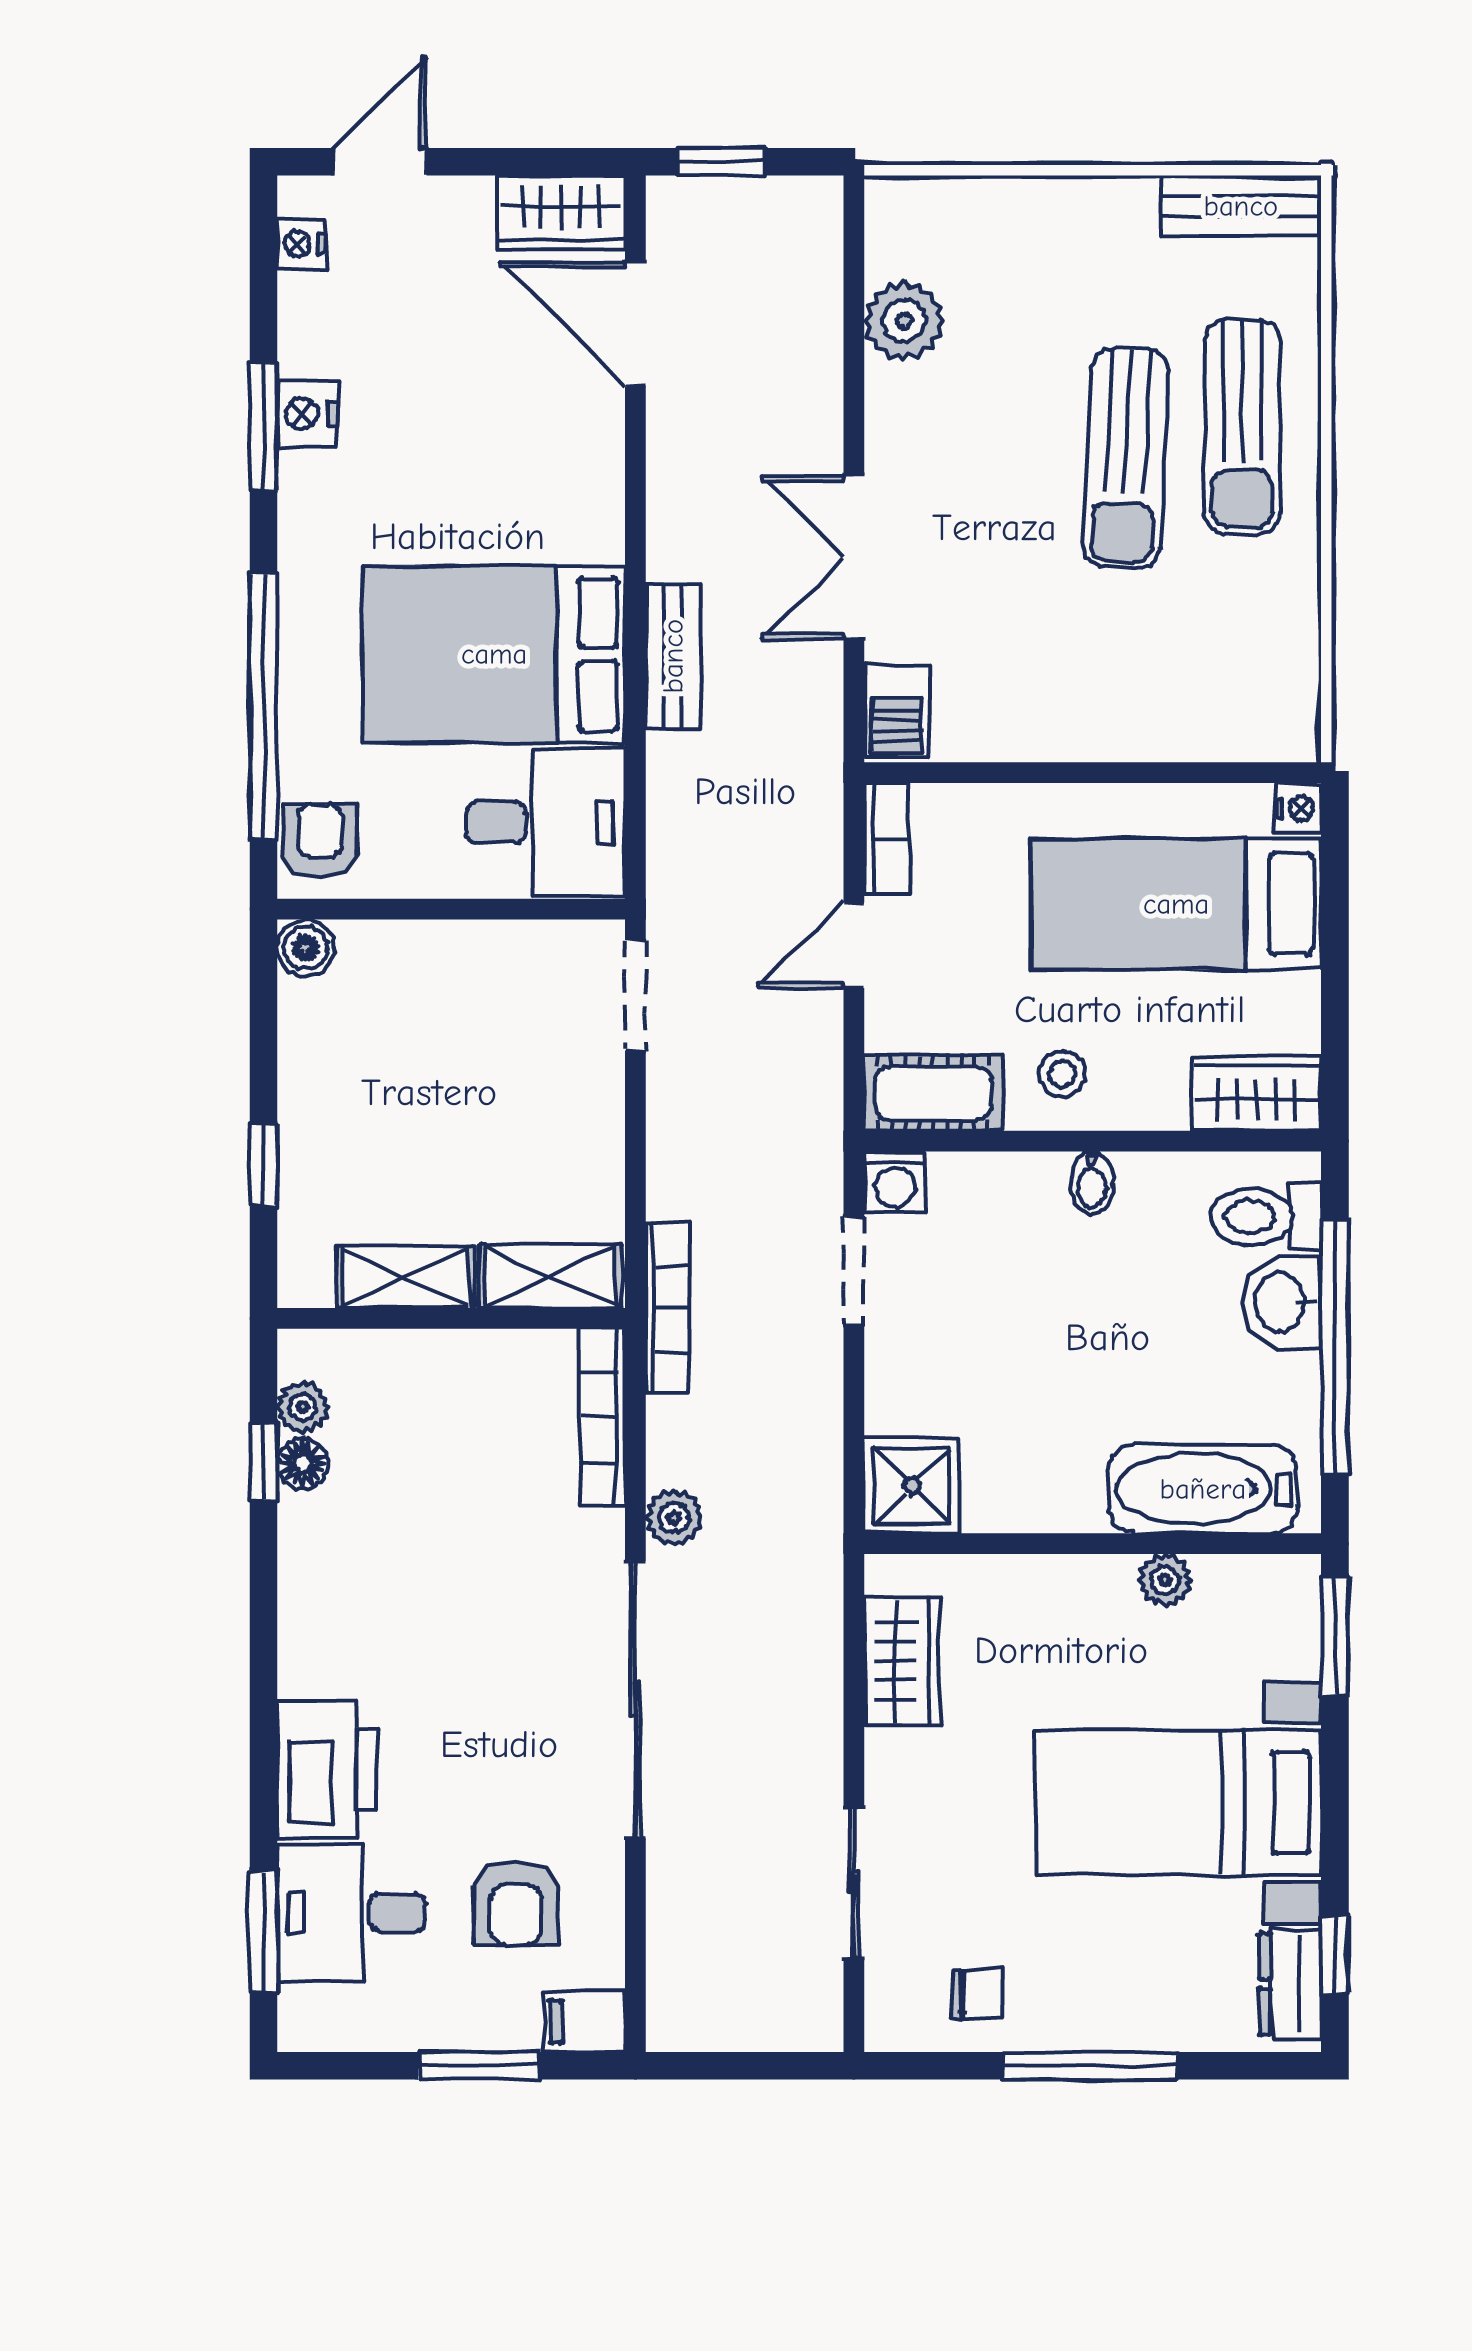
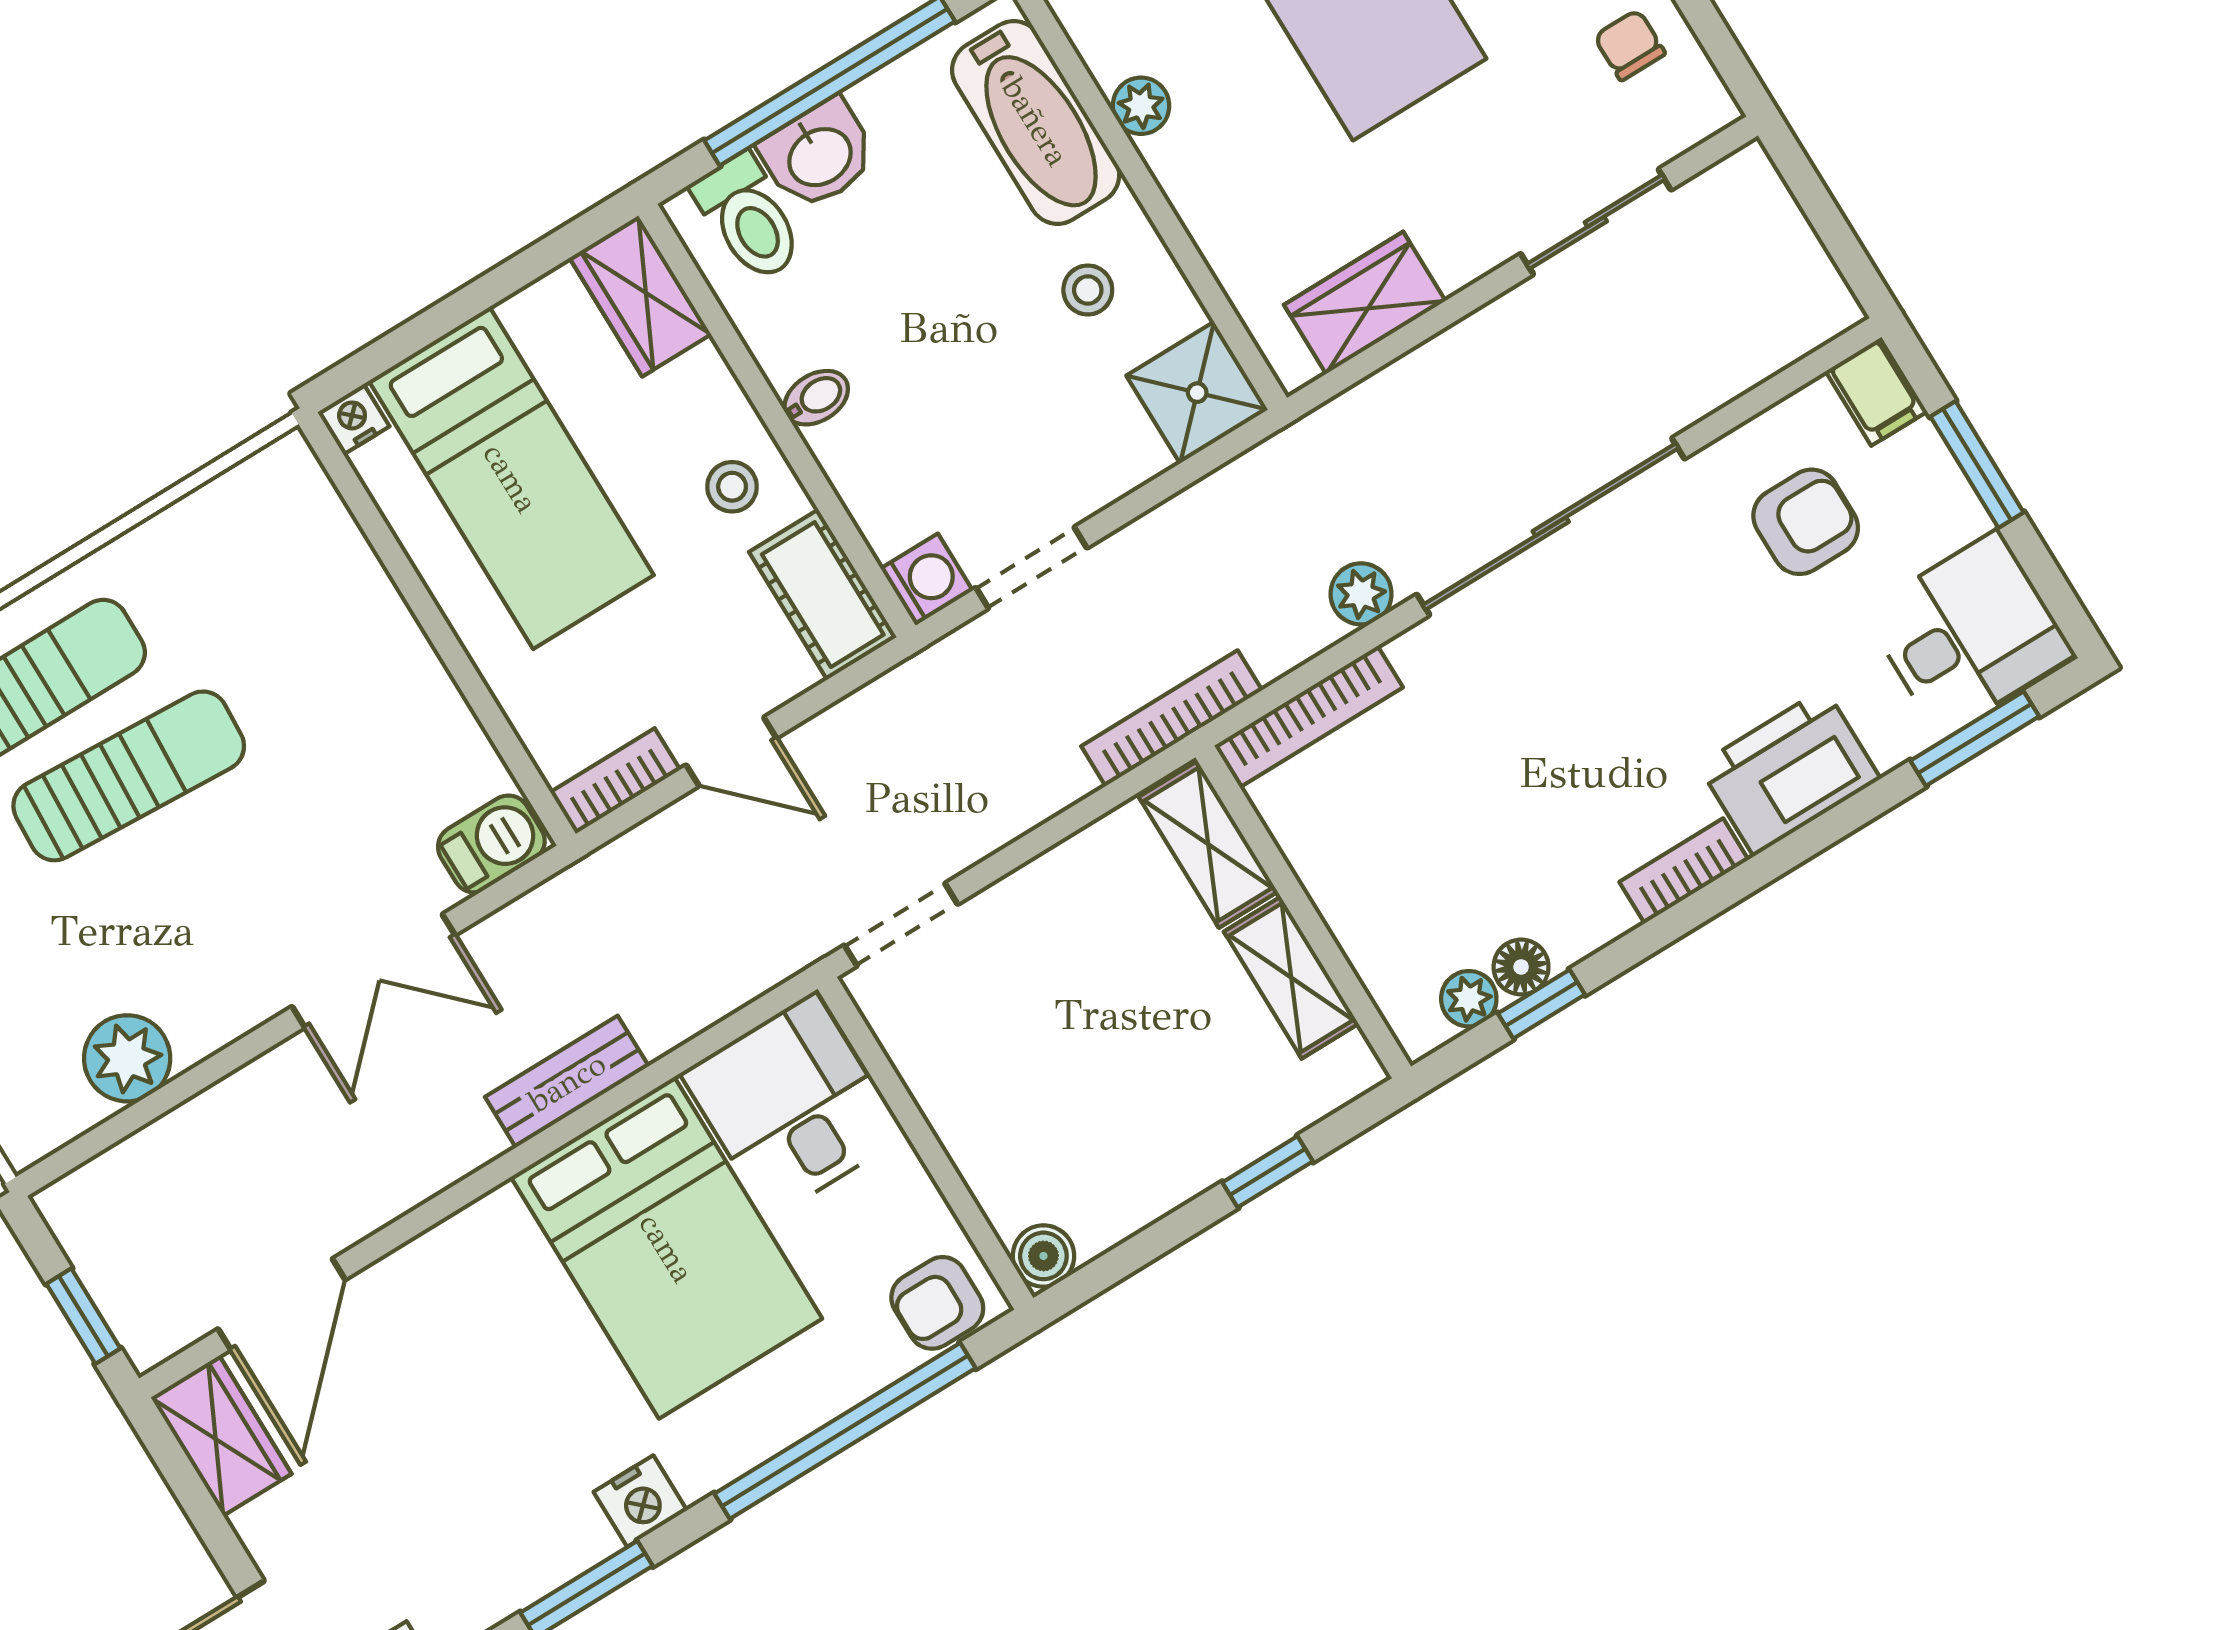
nightstand: (307, 414) -> (640, 1501), moved
stool: (1045, 1449) -> (1088, 290), added
bookcase: (300, 1638) -> (1684, 871), added
desk: (351, 1913) -> (1969, 633), moved, turned -90

